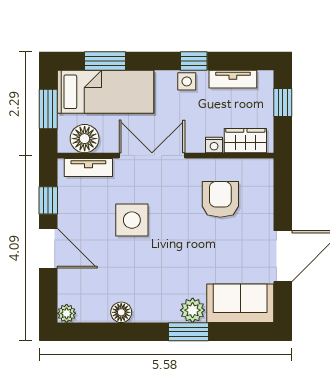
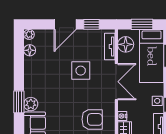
floor lamp: (121, 312) -> (30, 50), moved

